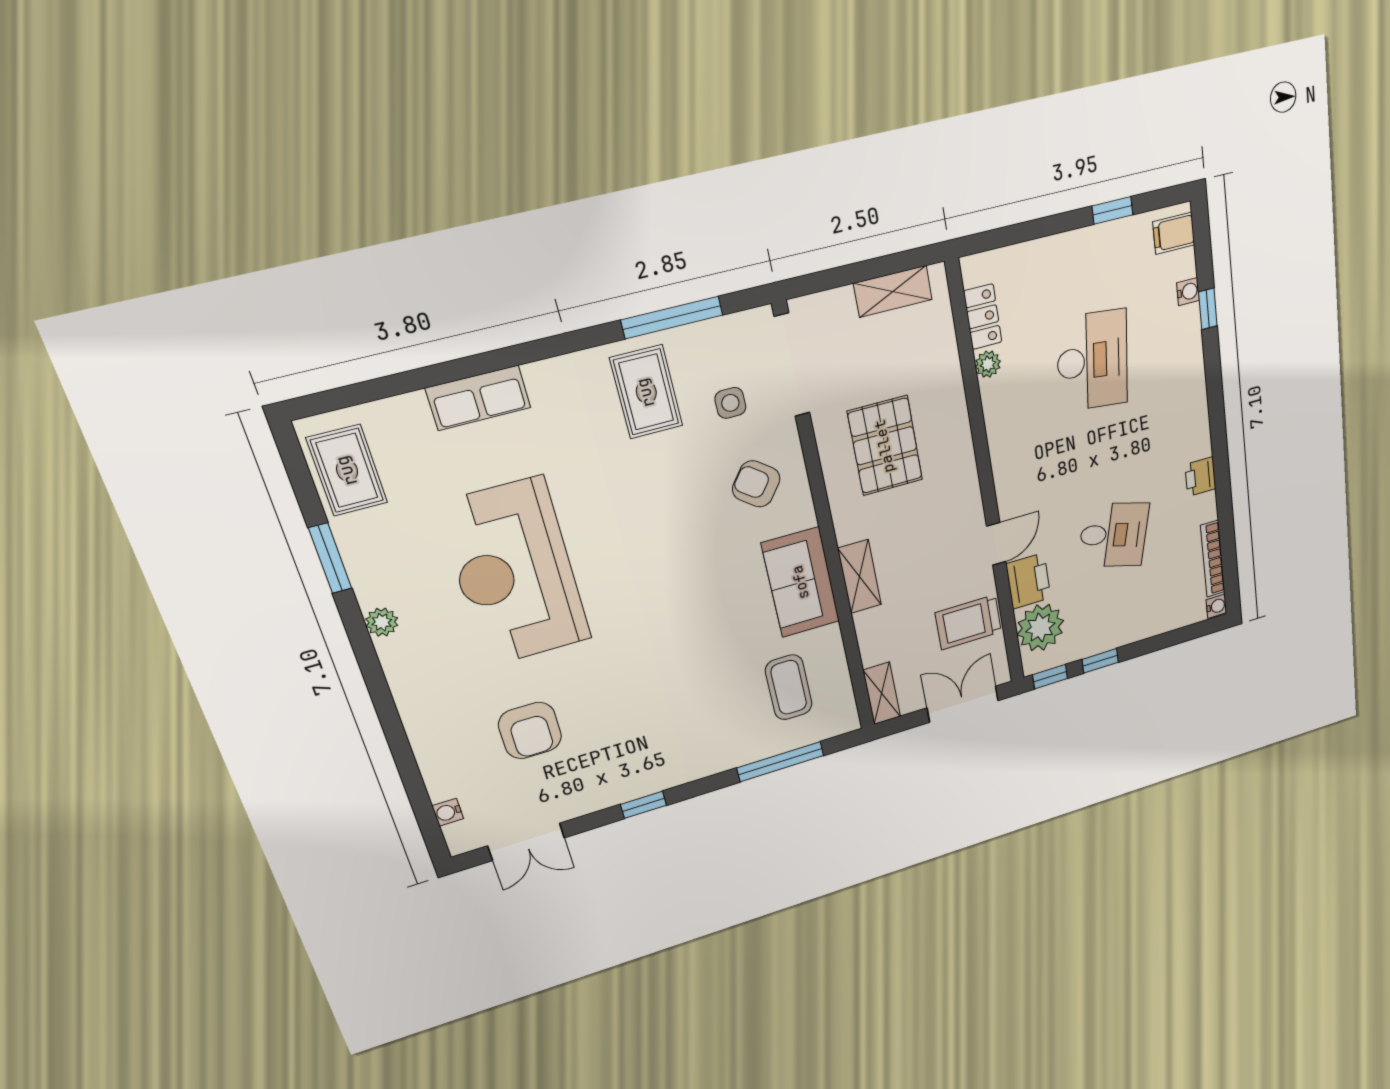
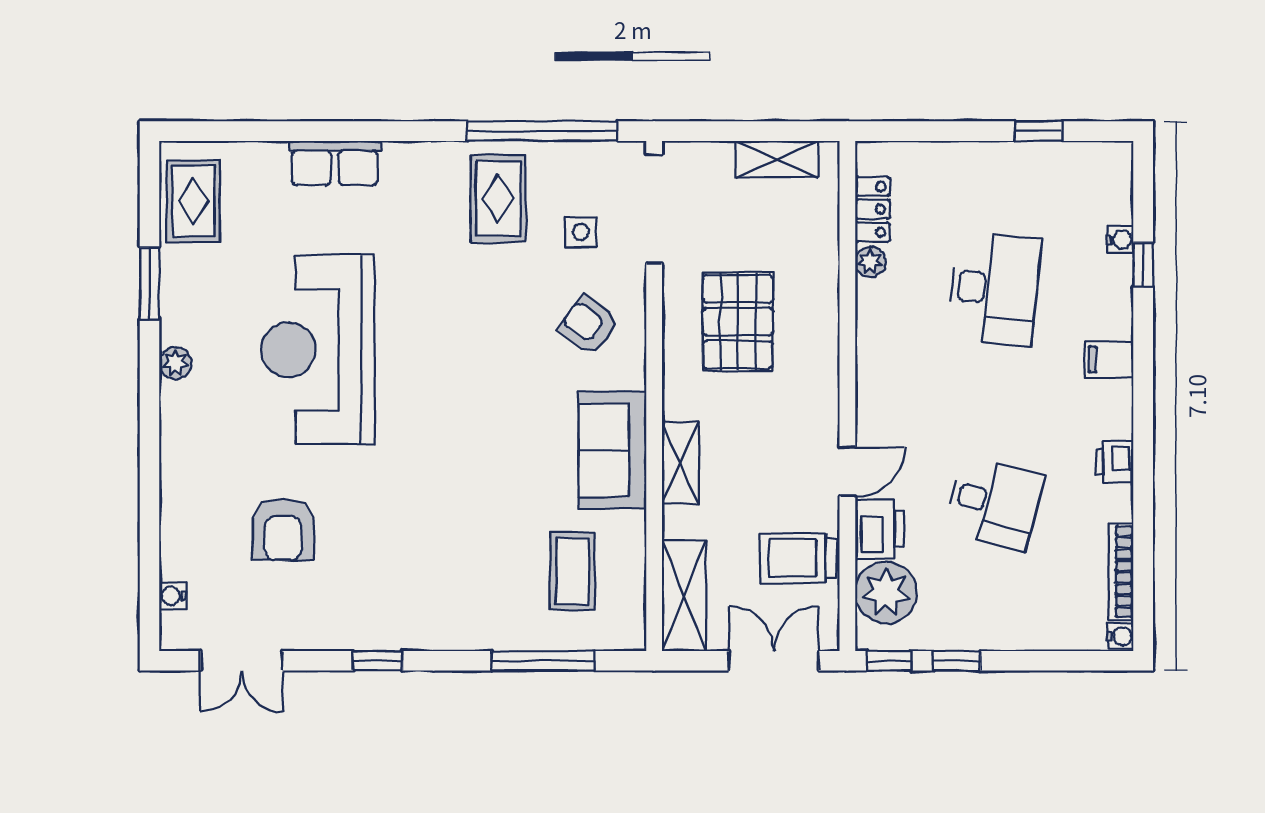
filing cabinet: (1174, 233) -> (1109, 359), moved
window: (672, 317) -> (542, 131), width x1.46
shelving: (882, 693) -> (684, 596), width x1.50, depth x1.33

